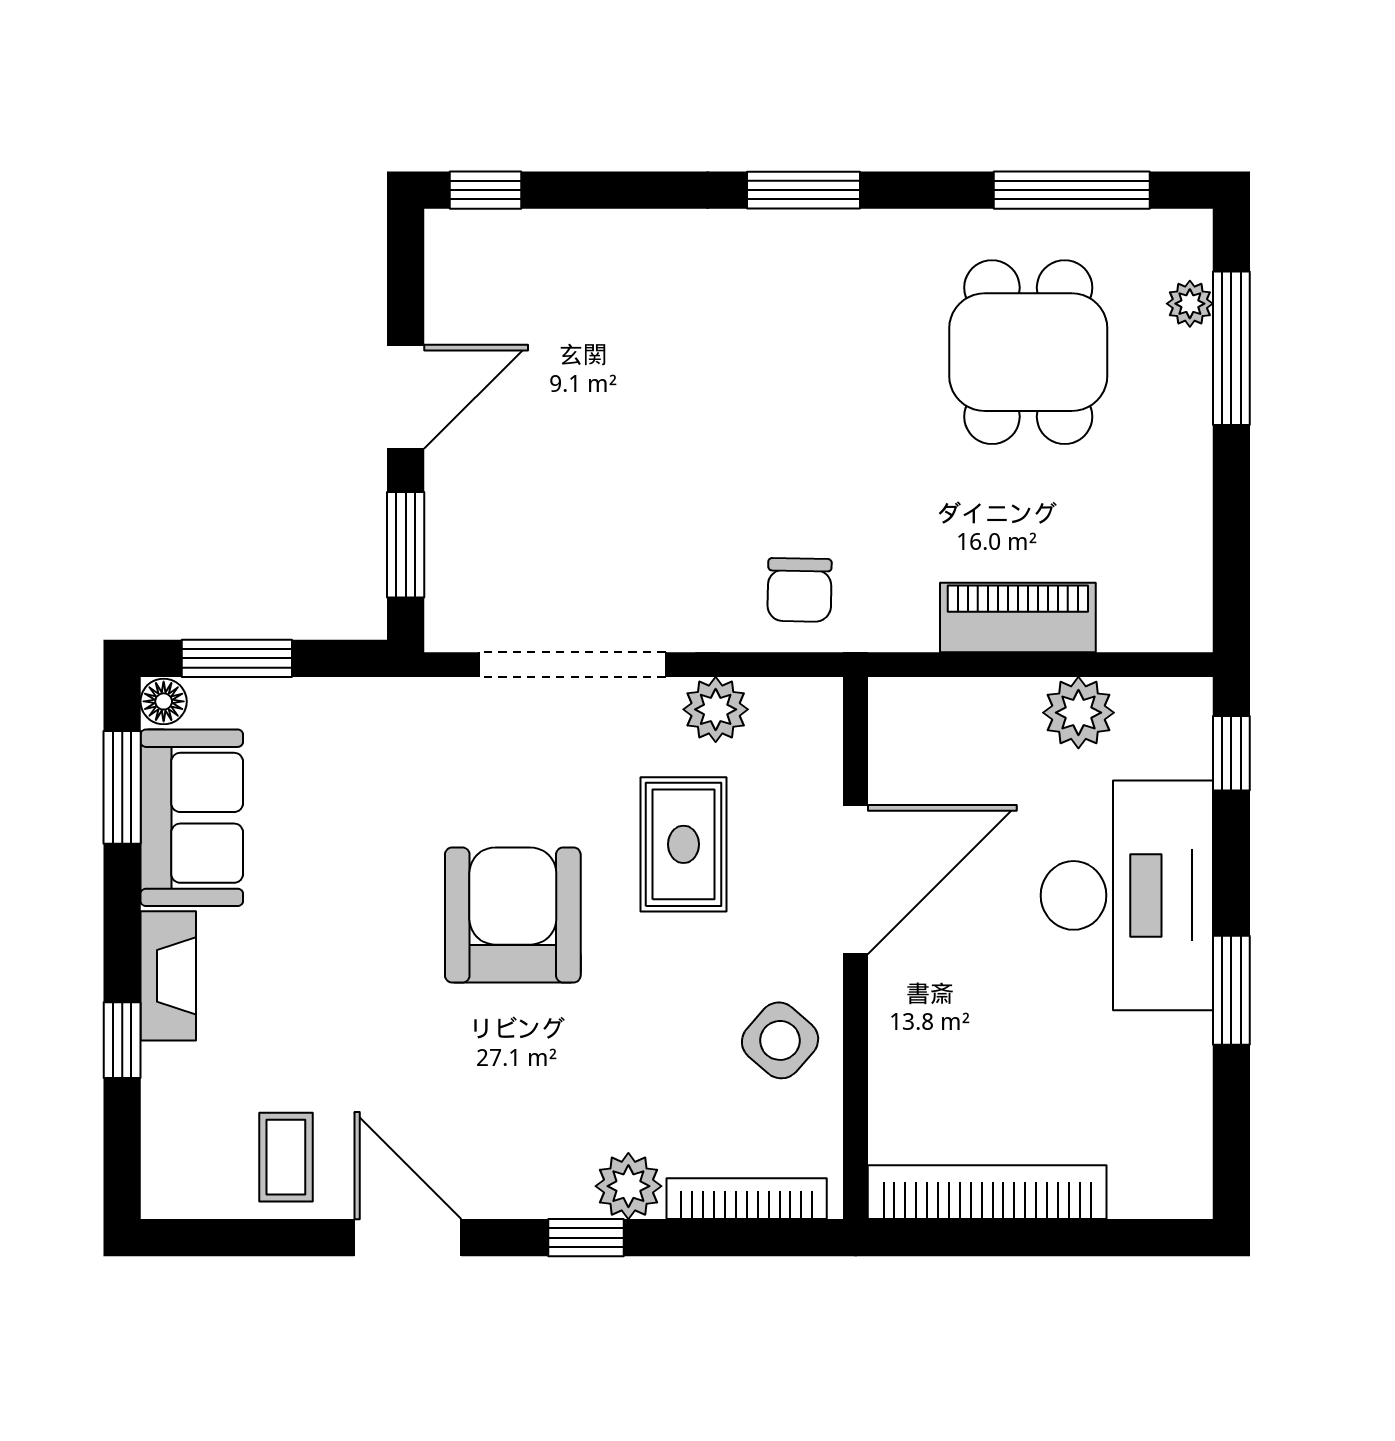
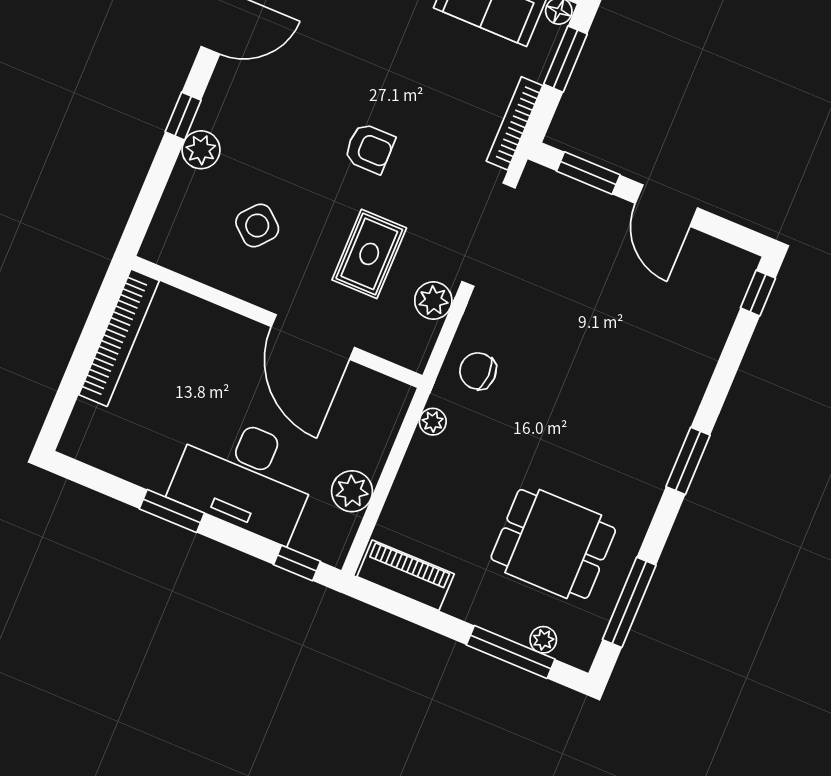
piano: (1018, 617) -> (406, 575), moved, turned -90
plant: (912, 629) -> (433, 422), added
rug: (684, 844) -> (369, 254), turned 90
armchair: (513, 915) -> (369, 148), width x0.53, depth x0.53
side table: (780, 1040) -> (257, 225), moved
bookcase: (747, 1199) -> (515, 123), moved, turned 180

